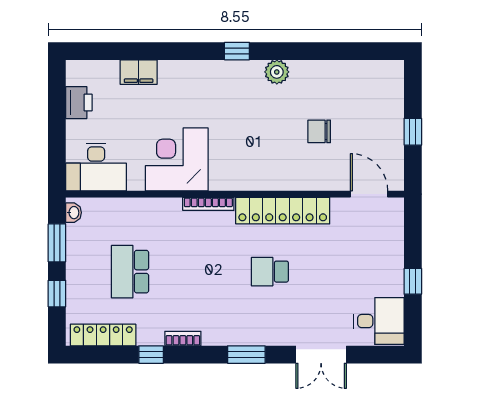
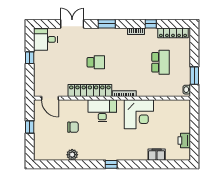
plant: (277, 72) -> (72, 155), moved
desk: (96, 167) -> (102, 111), moved
window: (57, 294) -> (194, 52), removed

